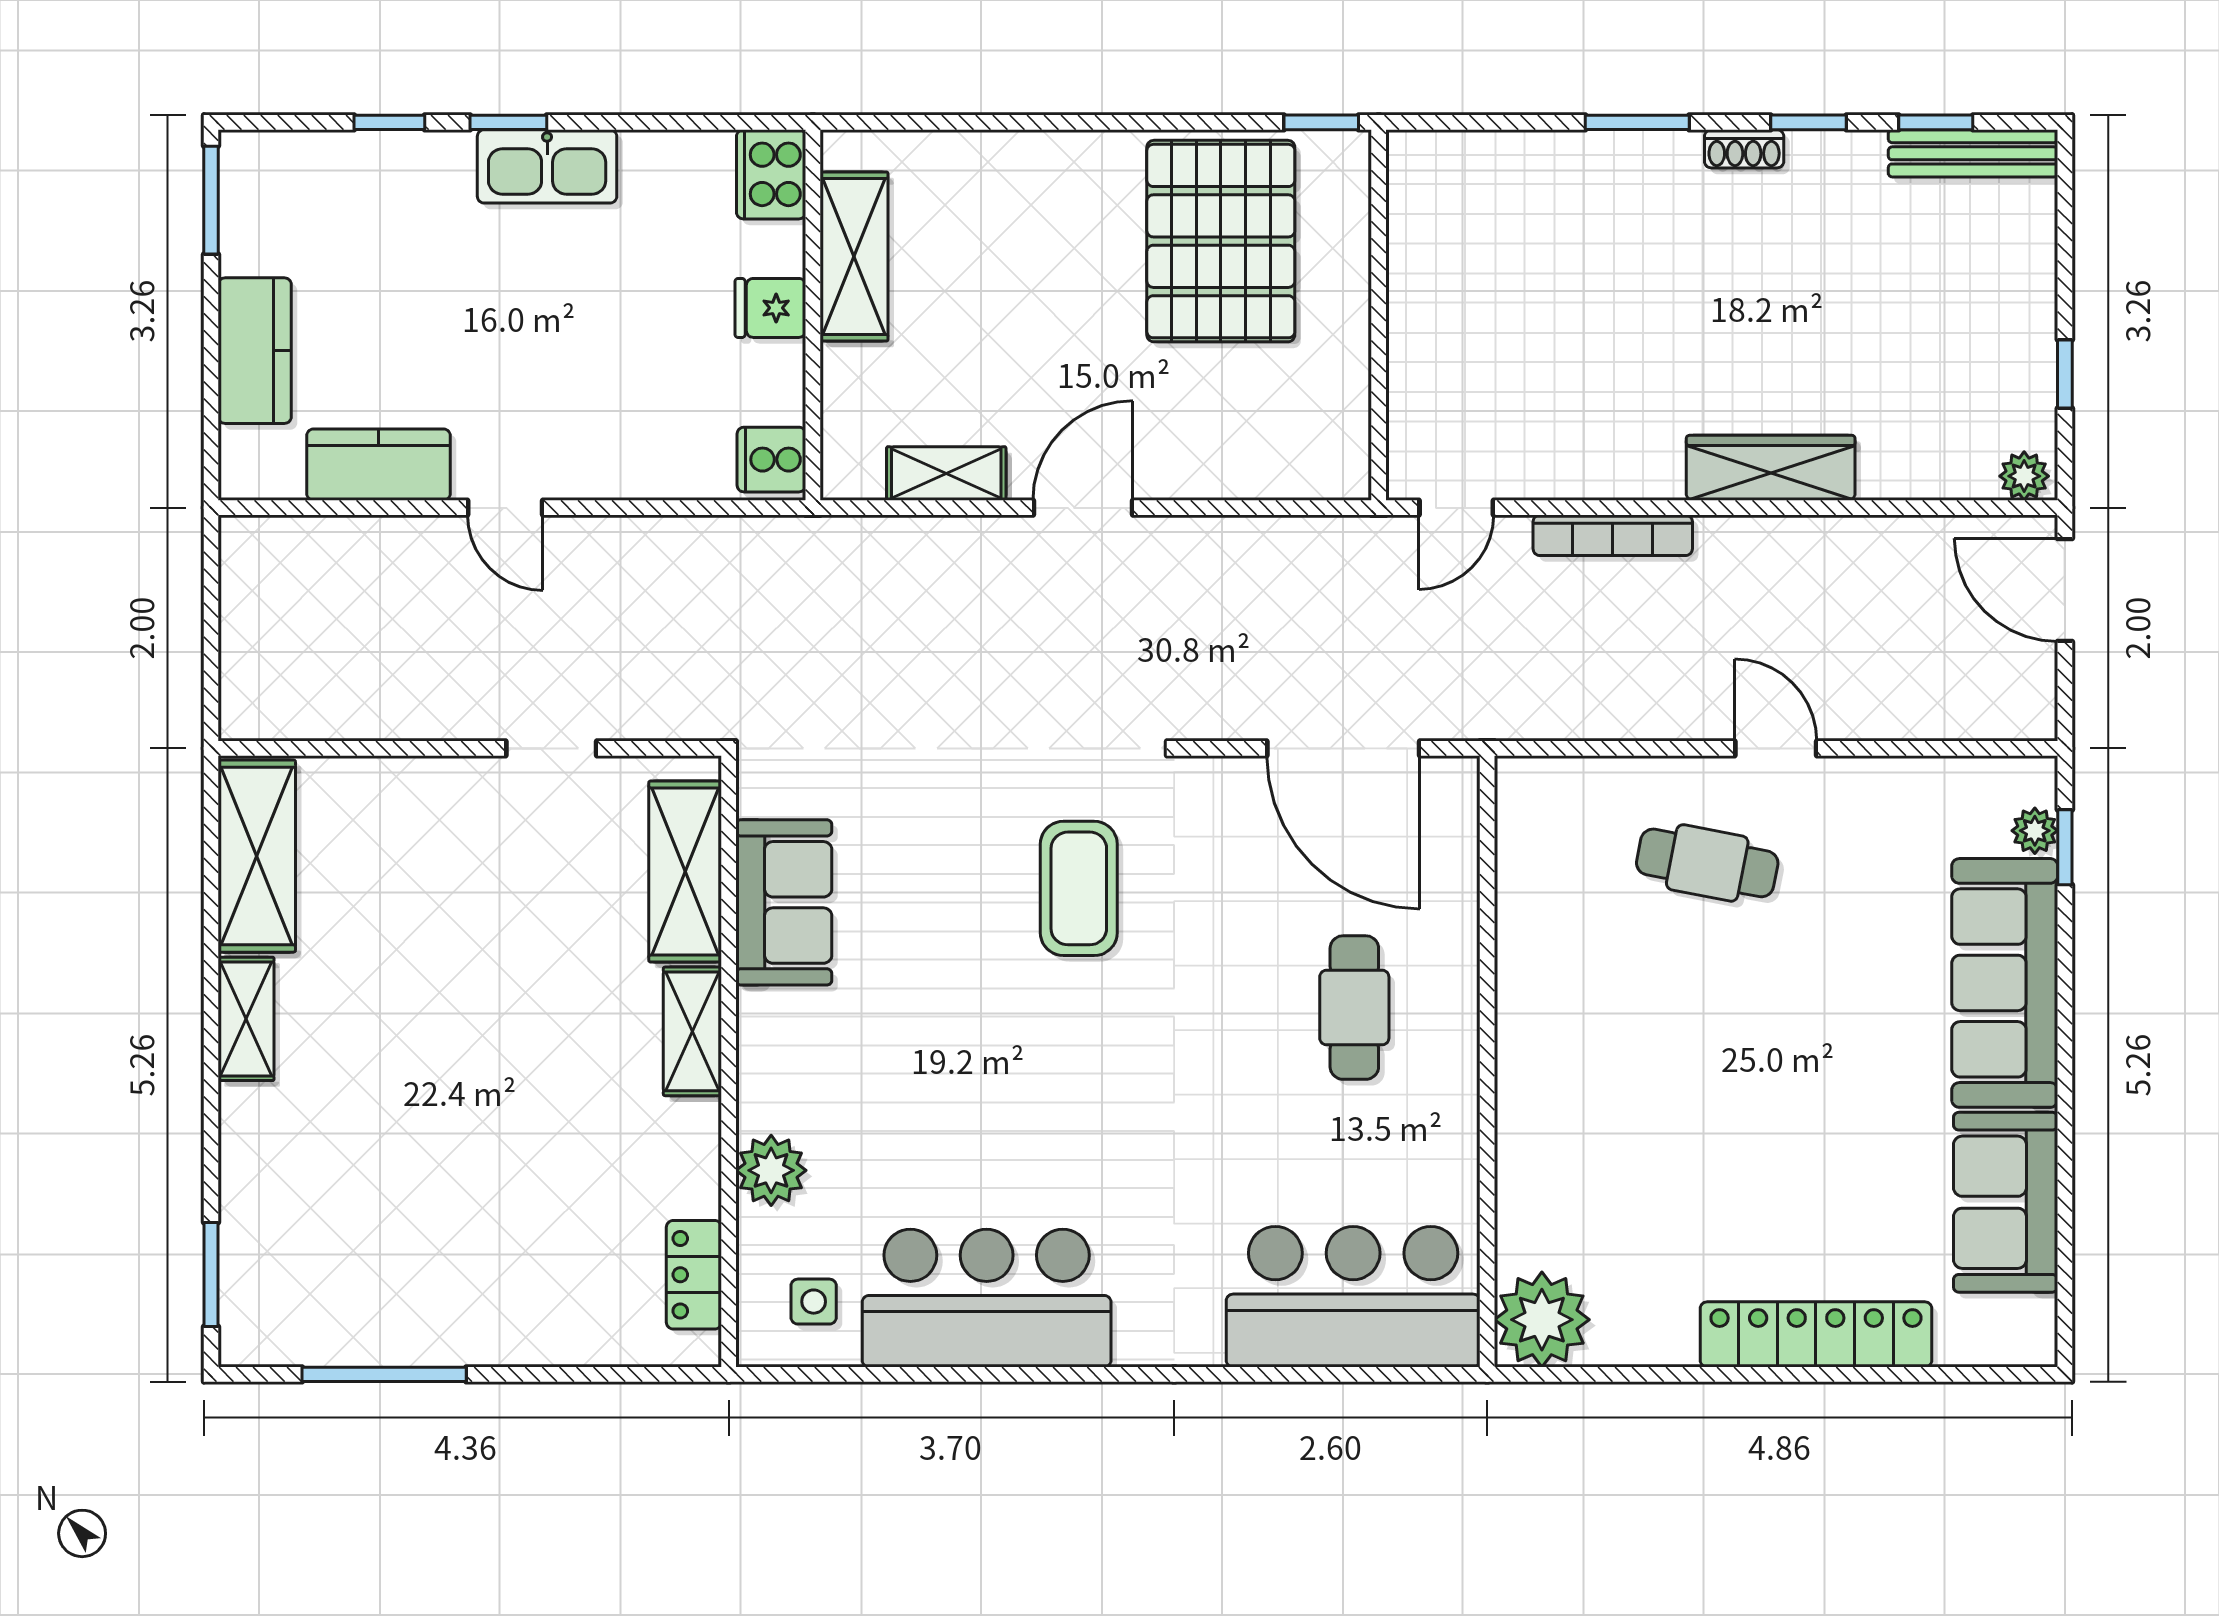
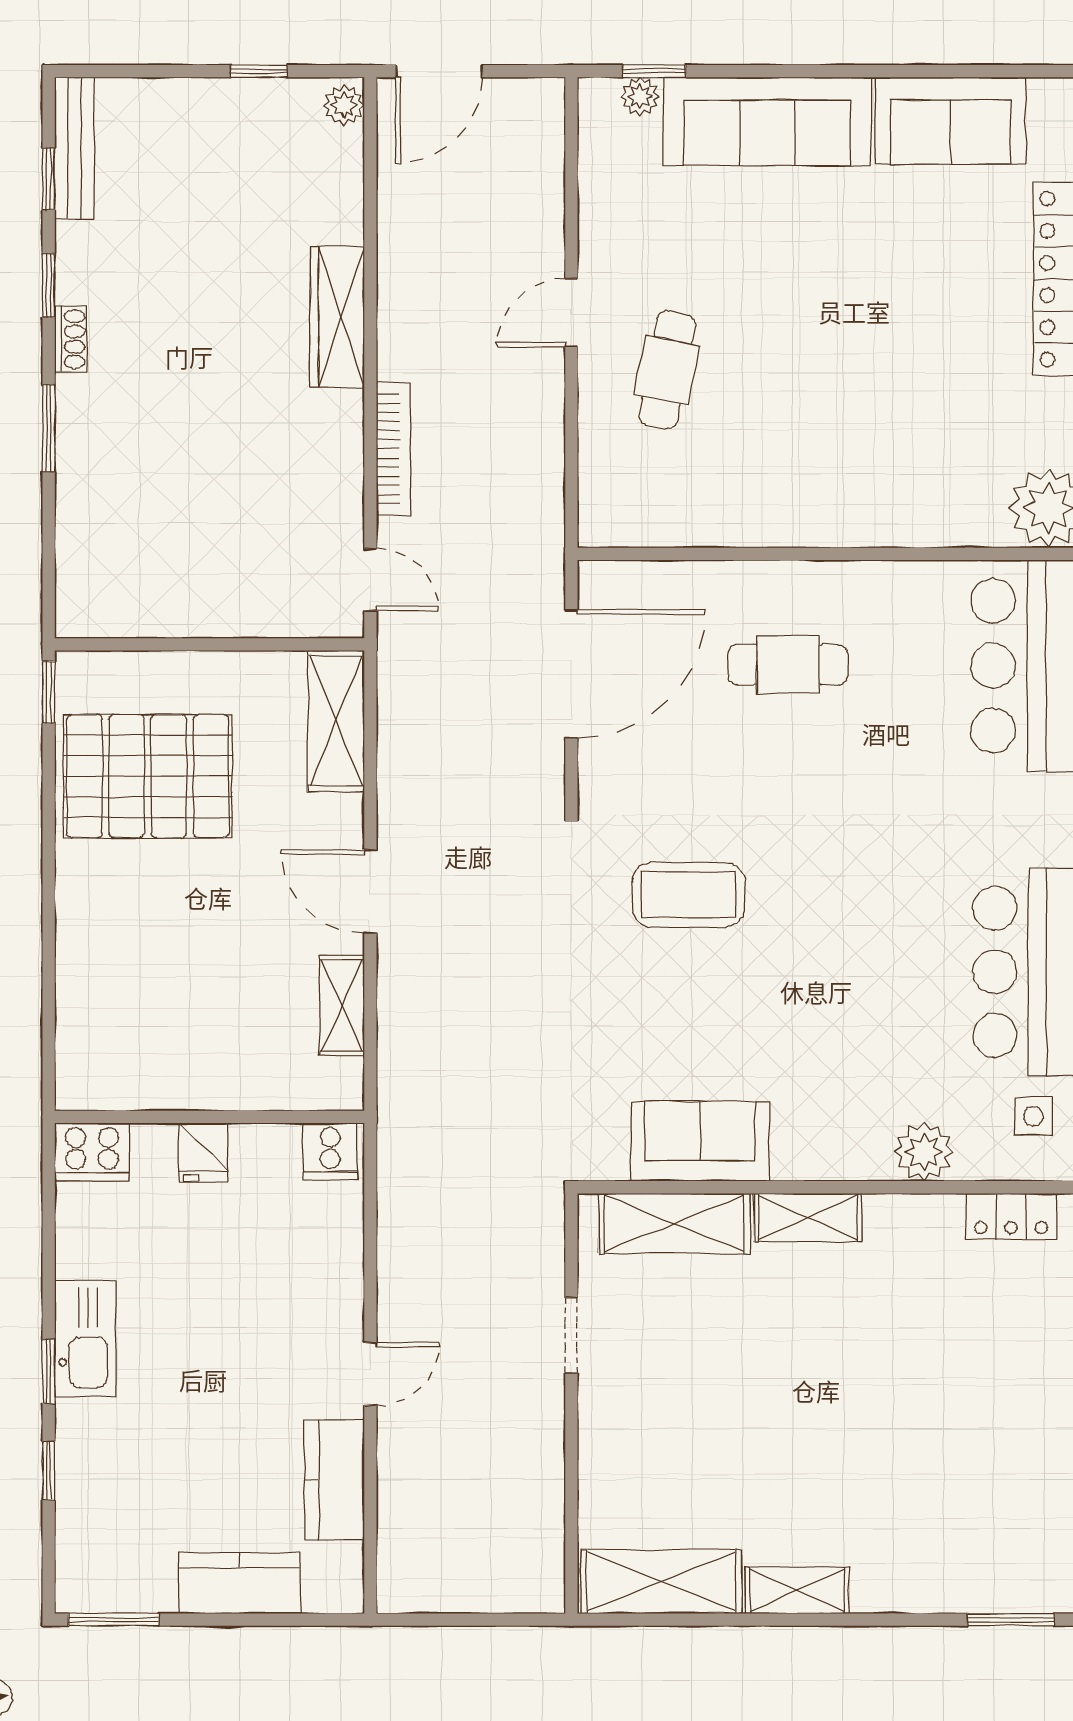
shelving: (854, 257) -> (336, 721), moved, turned 90

